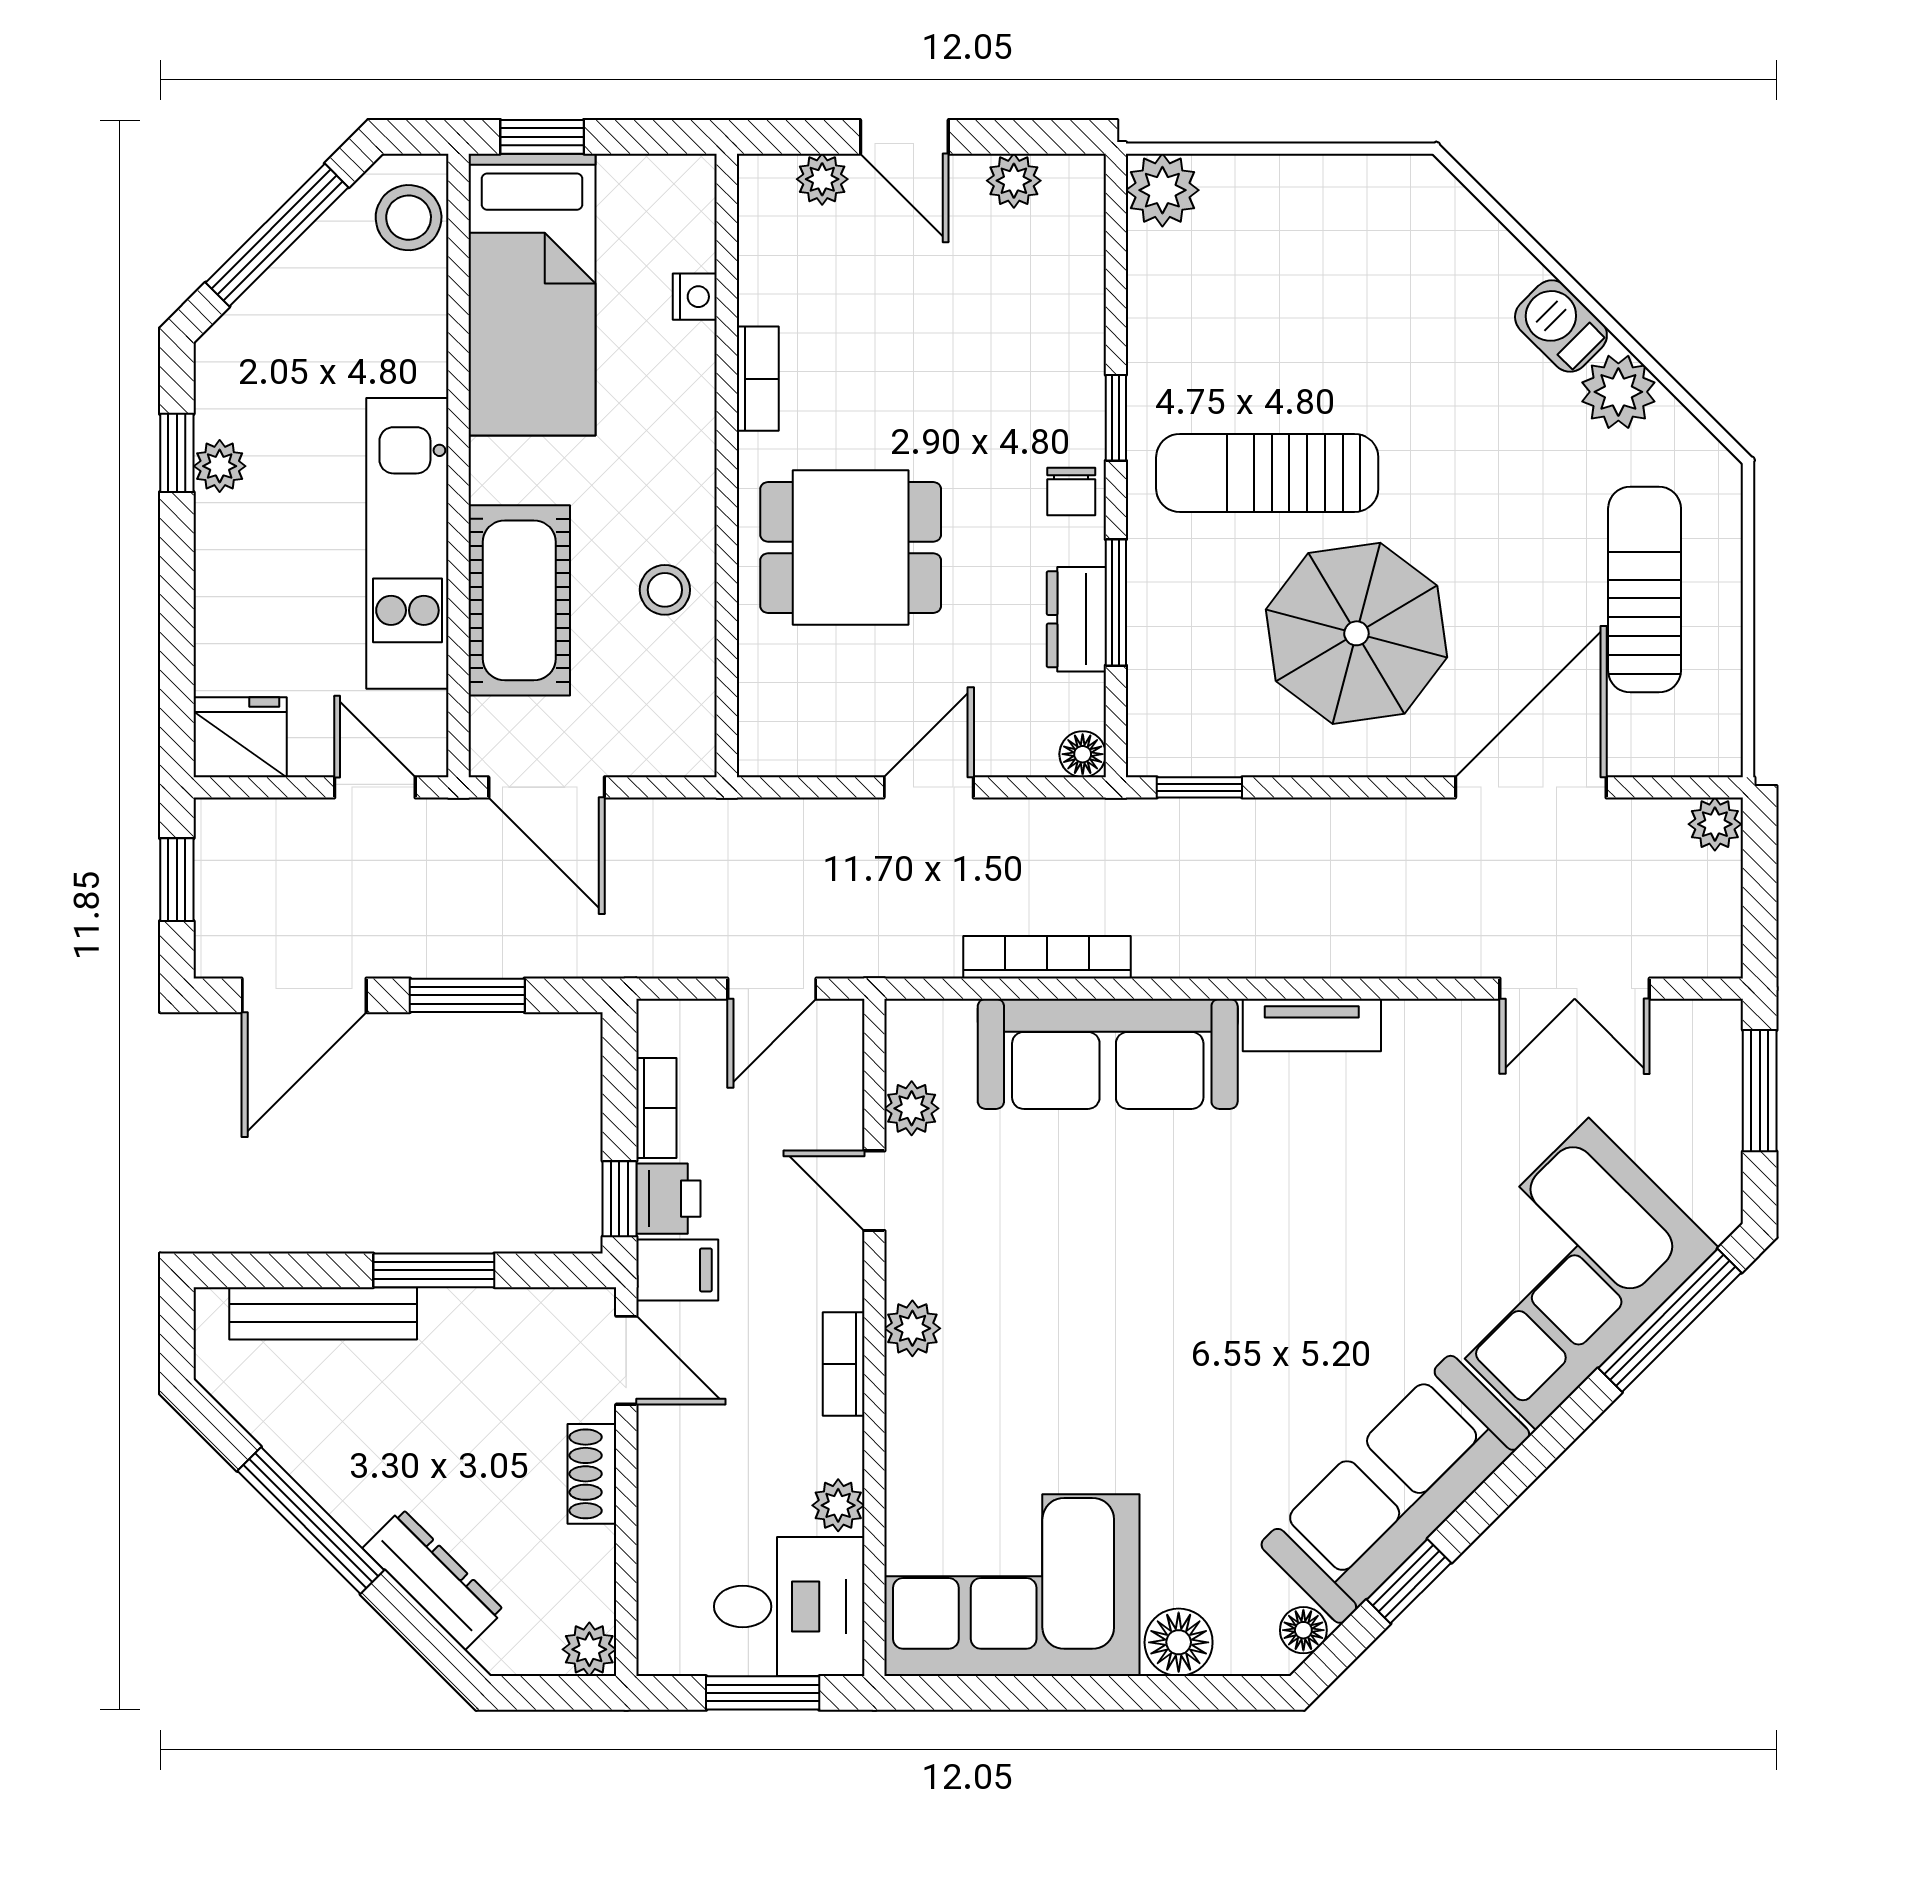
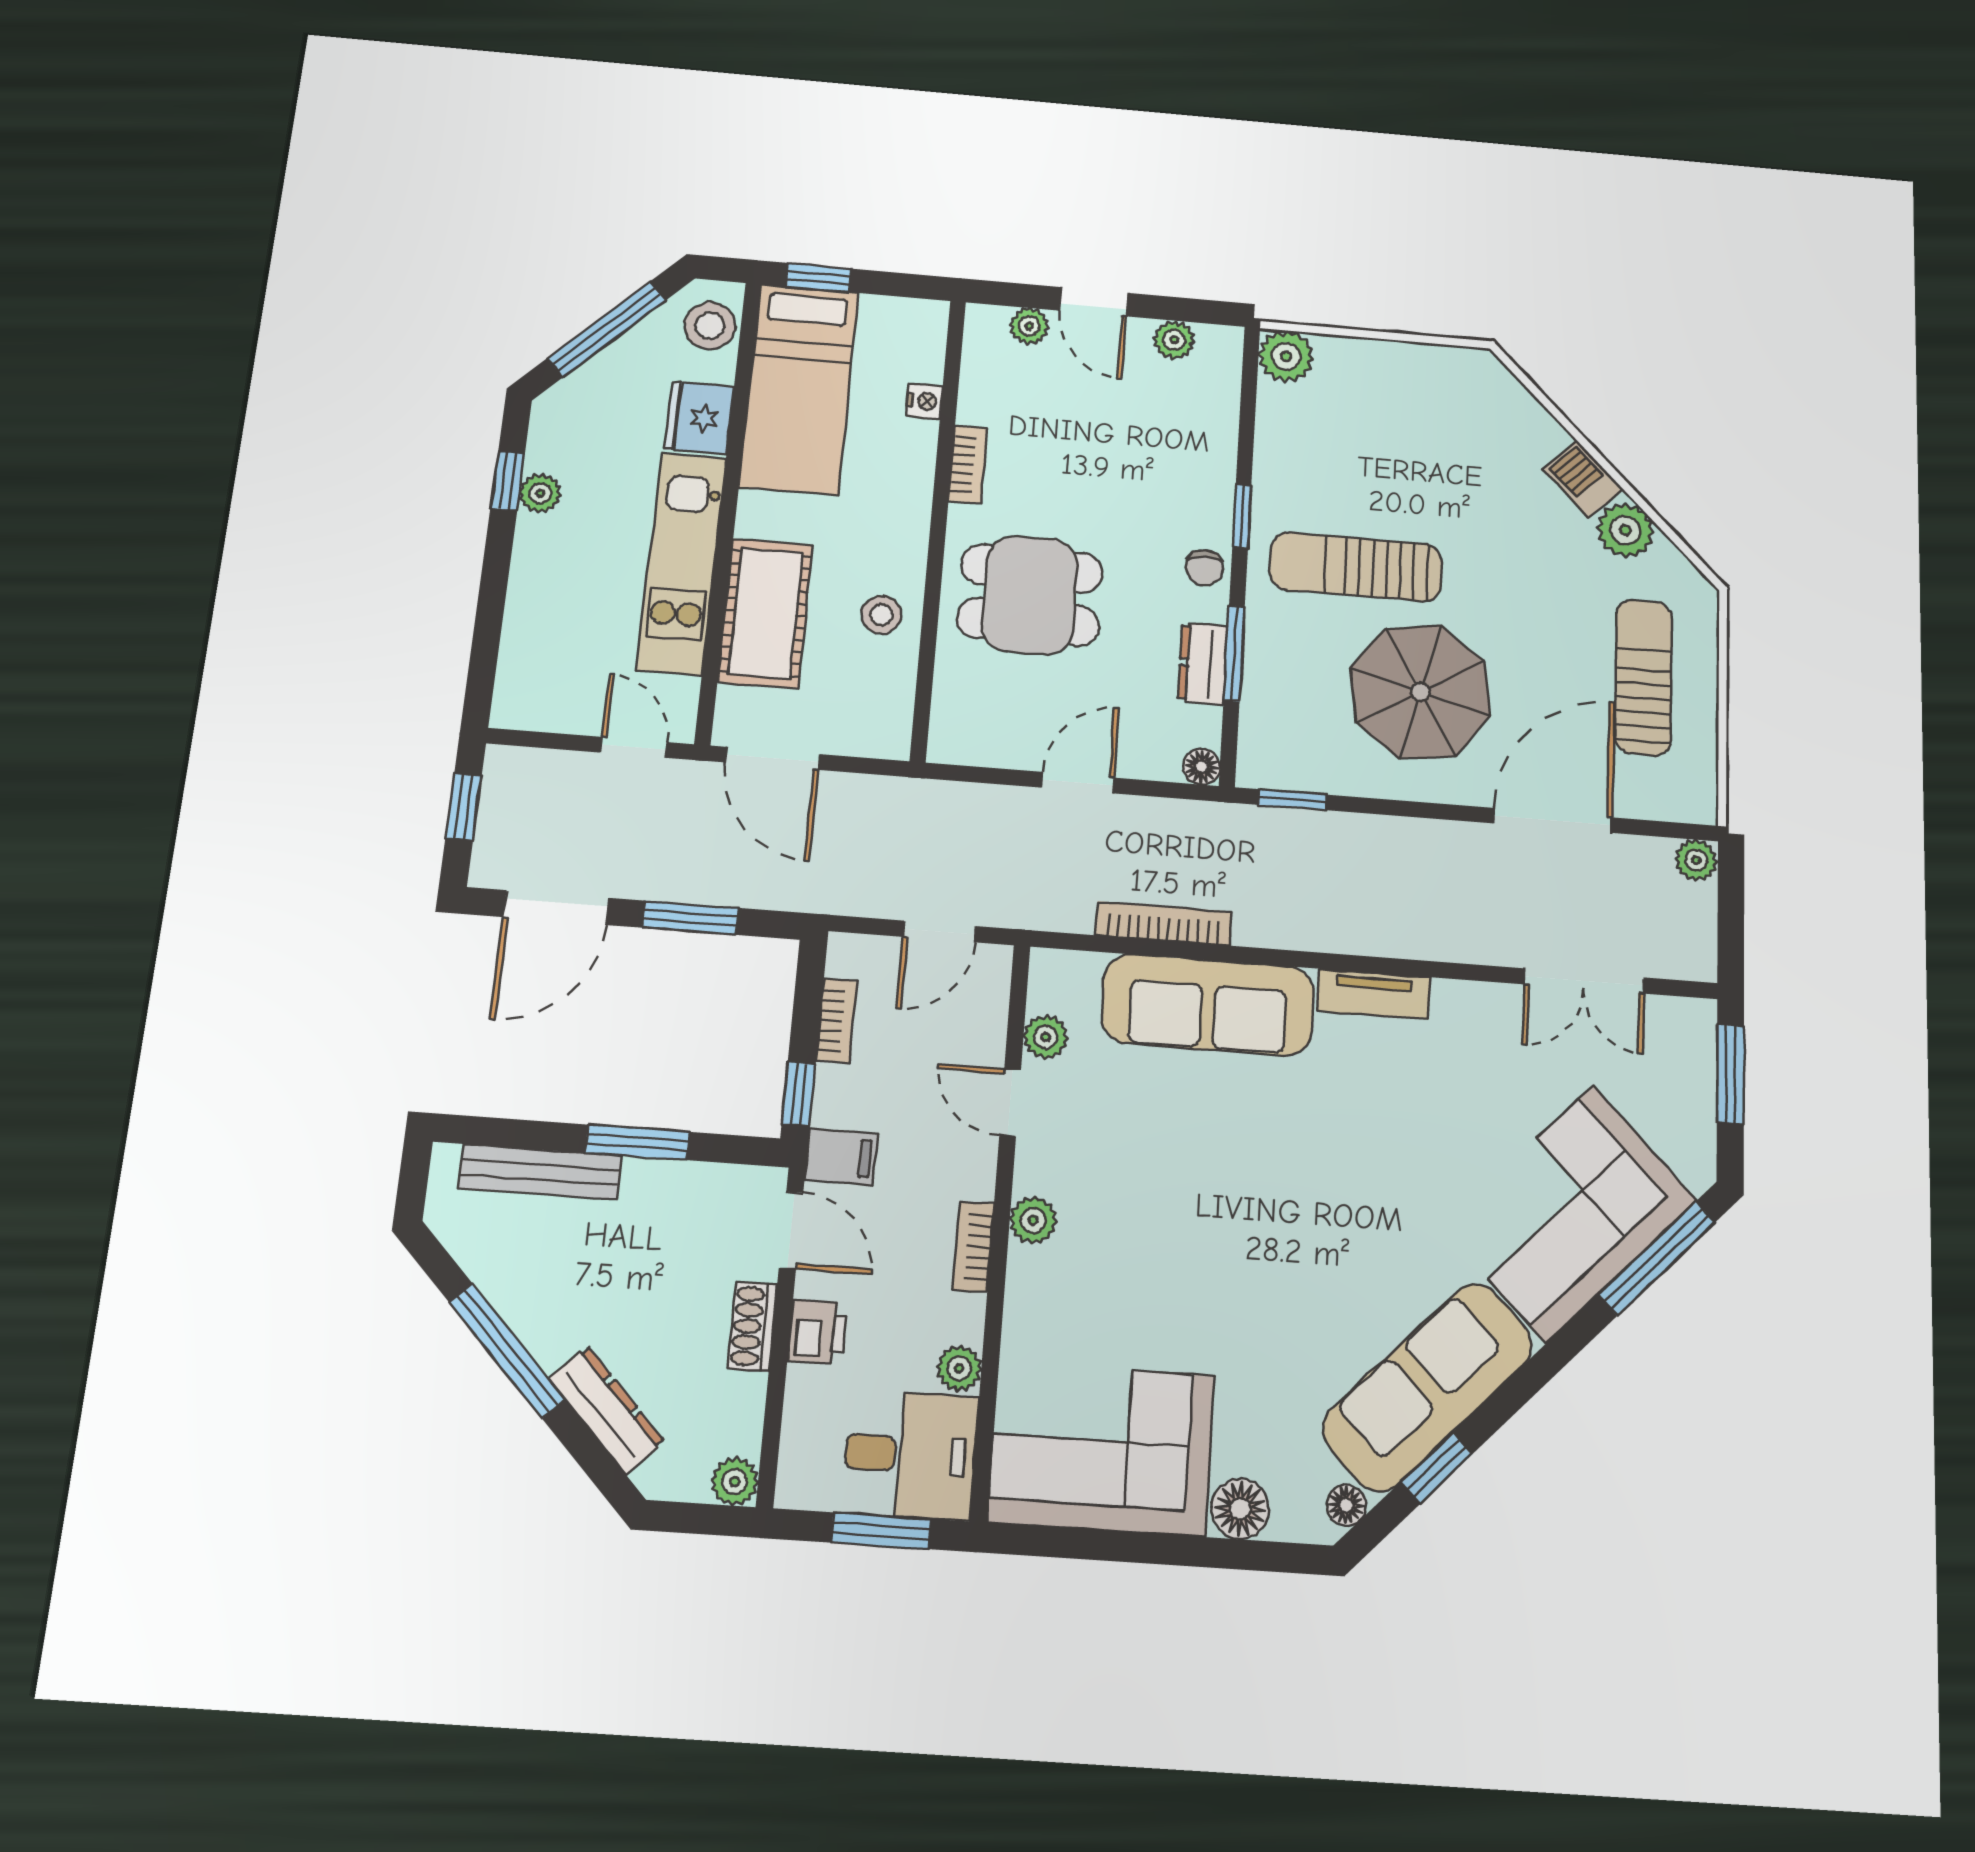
fridge: (240, 737) -> (699, 418), moved, turned -90
printer: (668, 1199) -> (817, 1332), moved

